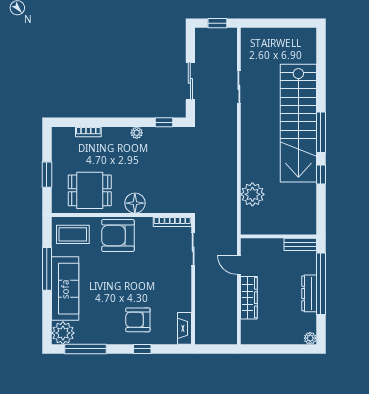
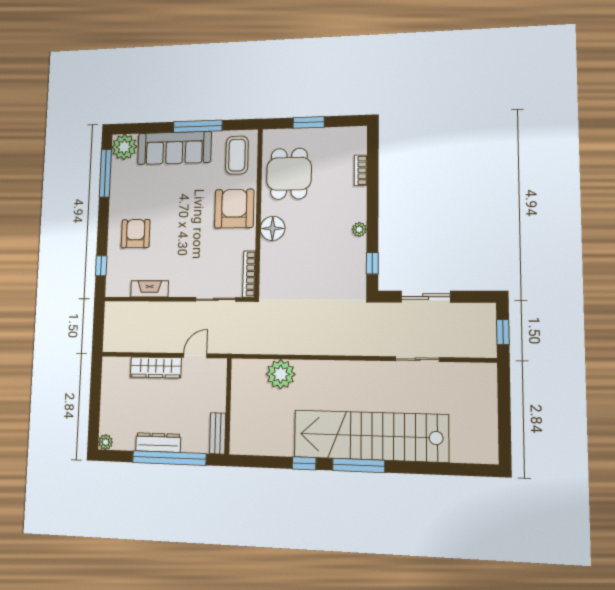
fireplace: (184, 328) -> (150, 289), moved
window: (142, 349) -> (101, 266), moved

